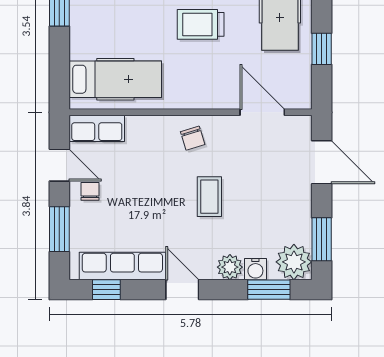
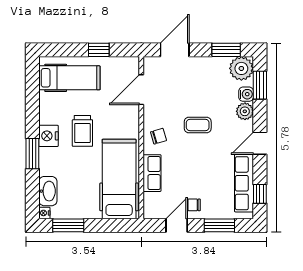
hospital bed: (115, 79) -> (119, 179), width x1.37, depth x1.29
row of seats: (97, 128) -> (152, 173), moved

